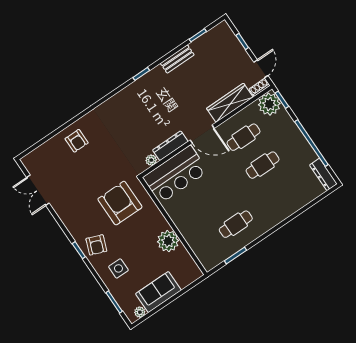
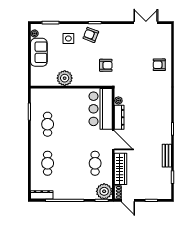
door: (202, 134) -> (113, 140), swing flipped
cafe table: (263, 165) -> (48, 163), moved
armchair: (120, 203) -> (106, 65), width x0.53, depth x0.53

